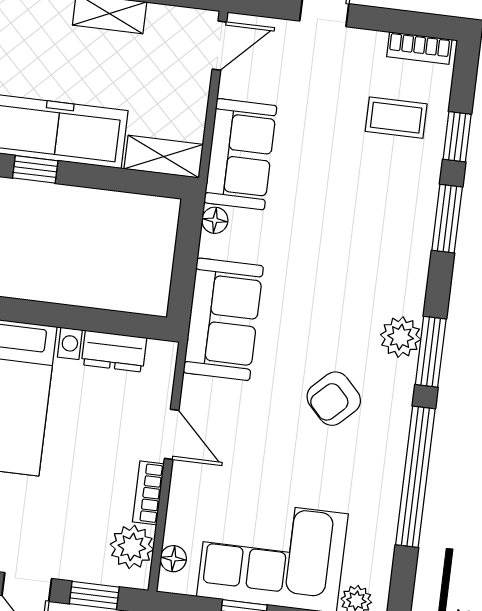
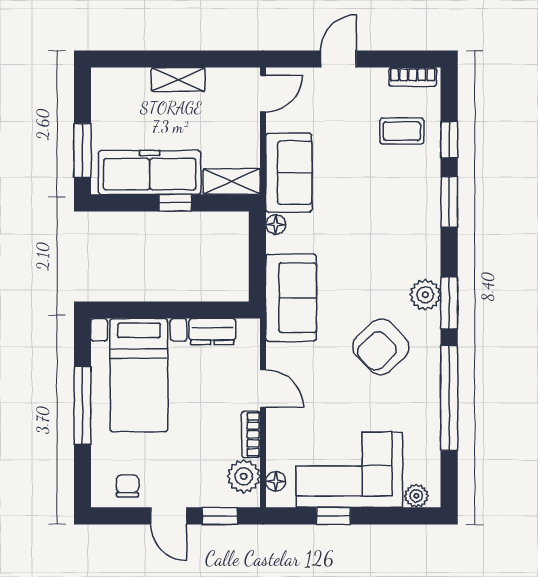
window: (35, 169) -> (175, 203), moved
armchair: (334, 399) -> (381, 347), width x1.38, depth x1.38

